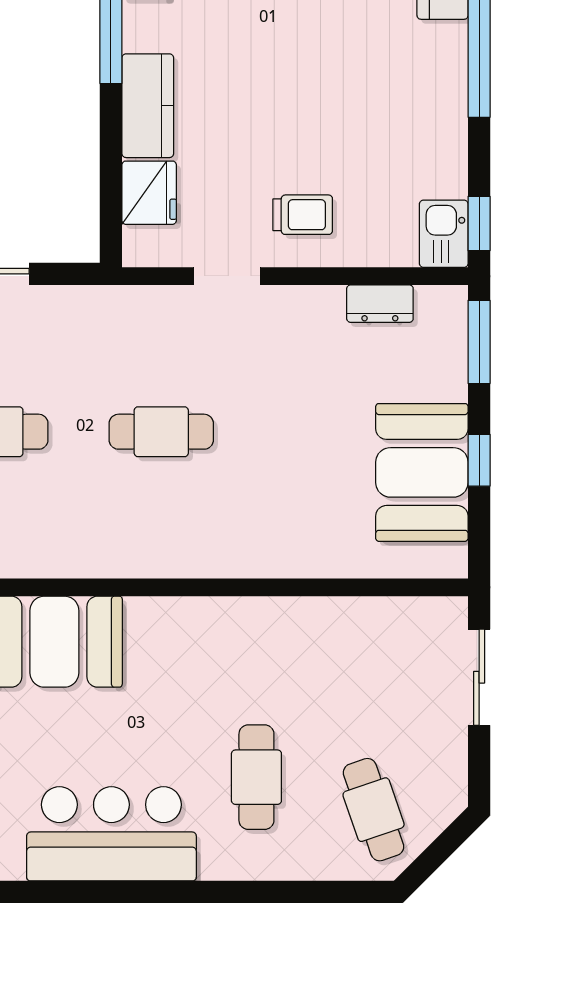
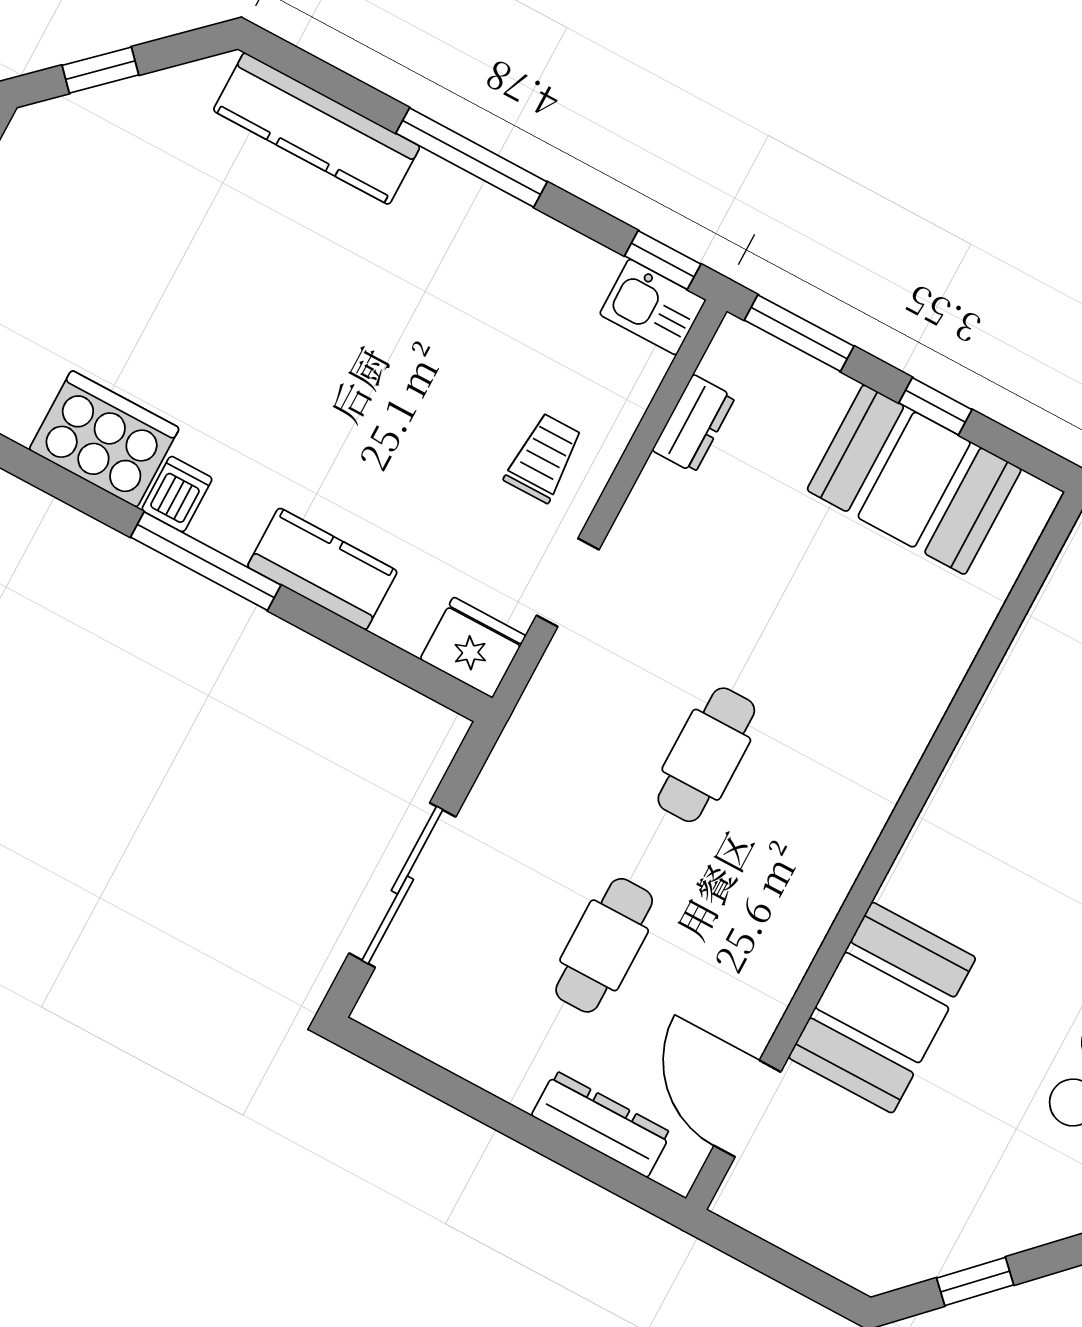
fridge: (149, 193) -> (473, 648), moved

